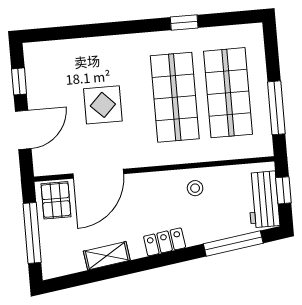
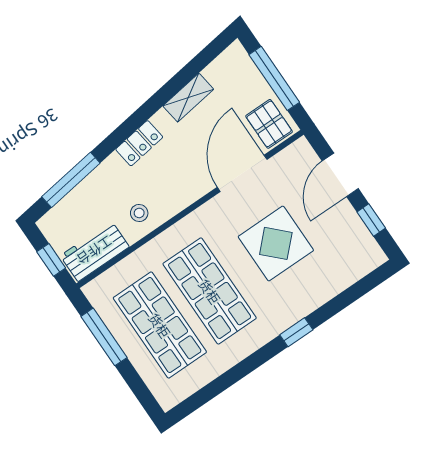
window: (184, 23) -> (296, 332), moved
display table: (103, 105) -> (276, 243), width x1.36, depth x1.36
workbench: (263, 199) -> (95, 251), moved, turned -90

